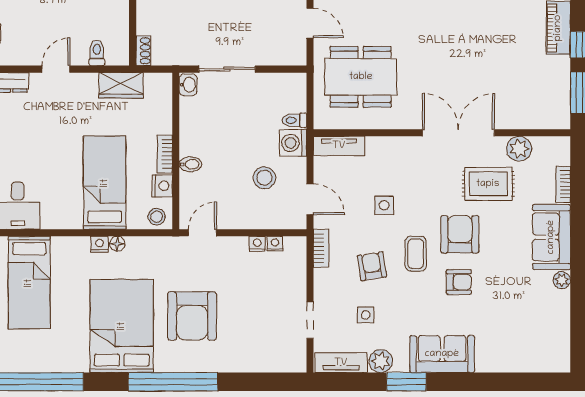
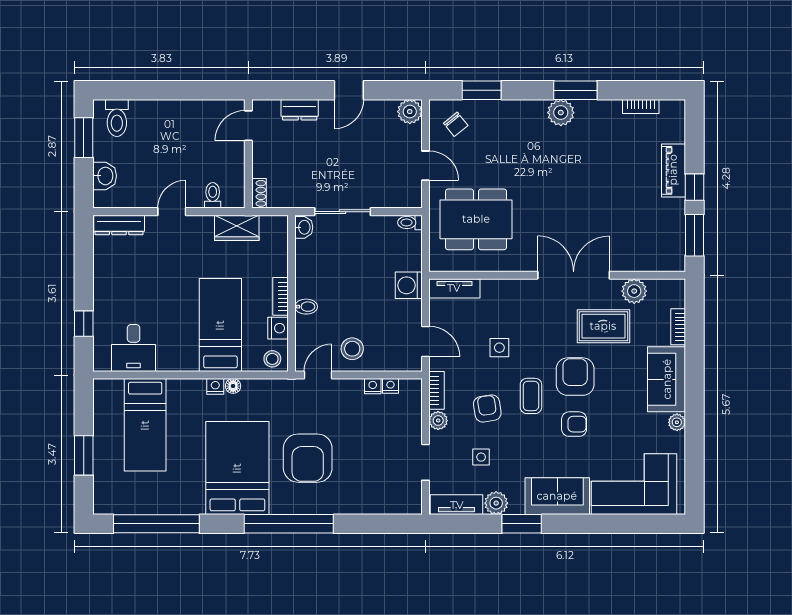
toilet: (294, 120) -> (410, 222), moved
stool: (264, 178) -> (352, 349), moved
plant: (323, 278) -> (438, 420), added
corner sofa: (519, 342) -> (634, 484), added

